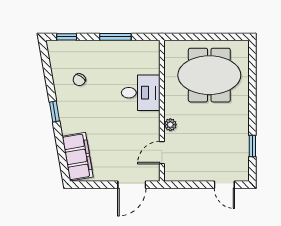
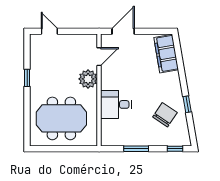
chair: (79, 80) -> (165, 115), width x1.87, depth x1.87
window: (55, 112) -> (187, 104), moved
plant: (170, 125) -> (88, 79), width x1.88, depth x1.88
window: (252, 146) -> (27, 78), moved

